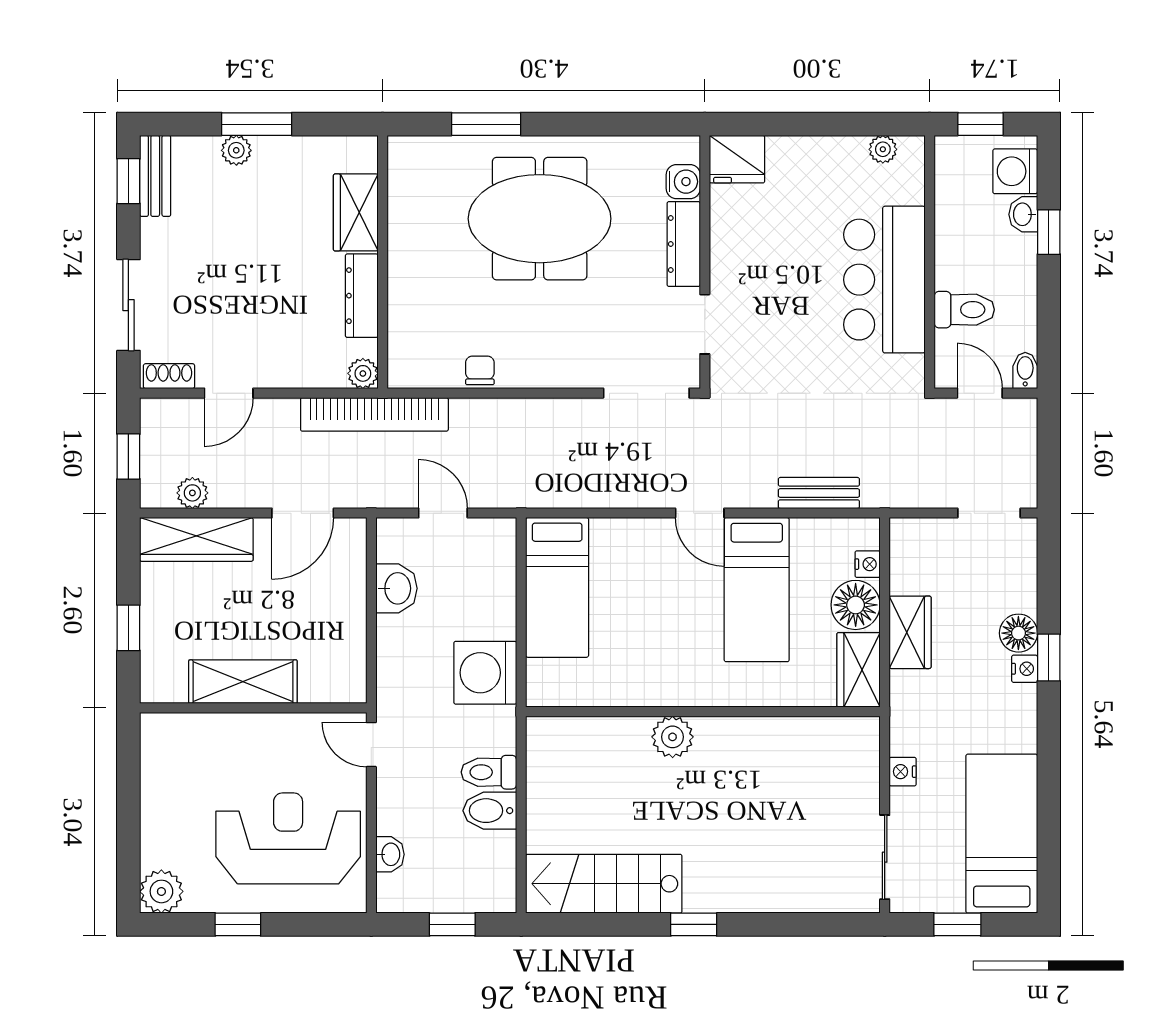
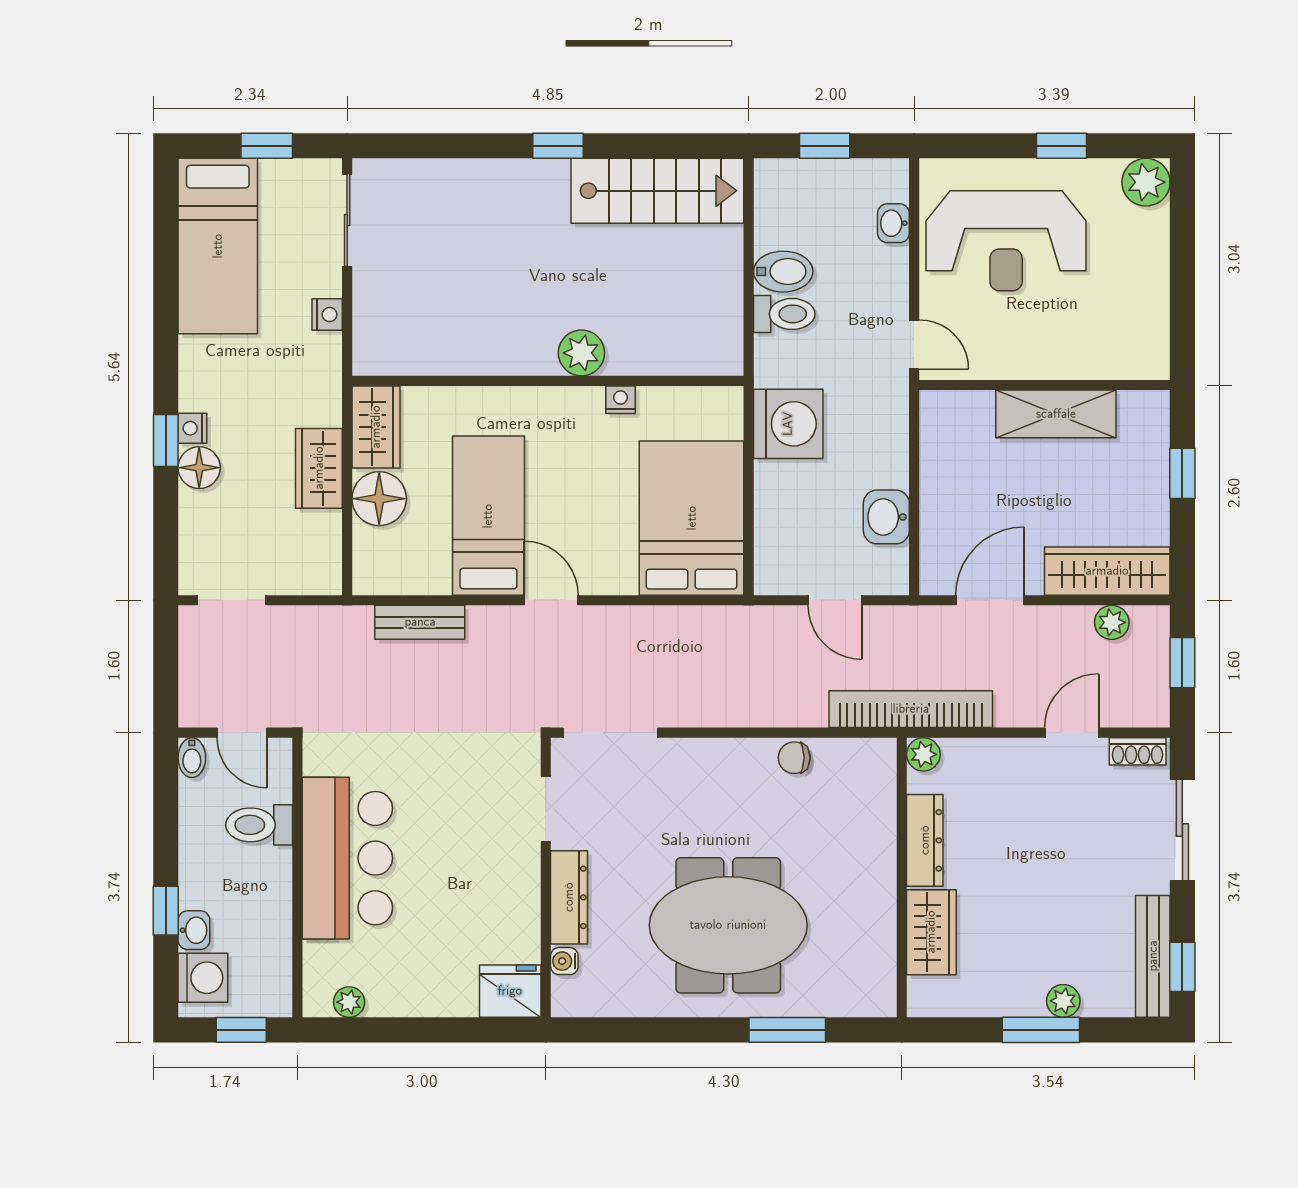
bench: (155, 176) -> (1153, 956), width x1.36
water cooler: (683, 182) -> (564, 961), width x0.72, depth x0.72
chair: (480, 370) -> (794, 758), turned 90
nightstand: (868, 564) -> (621, 400), moved, turned 90
bed: (557, 587) -> (692, 518), width x1.50

